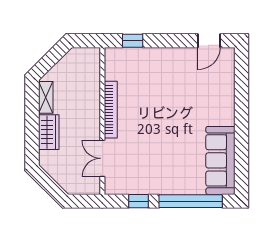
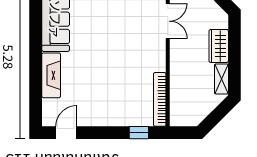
fireplace: (225, 101) -> (51, 75), added
bookcase: (111, 110) -> (160, 99), moved

